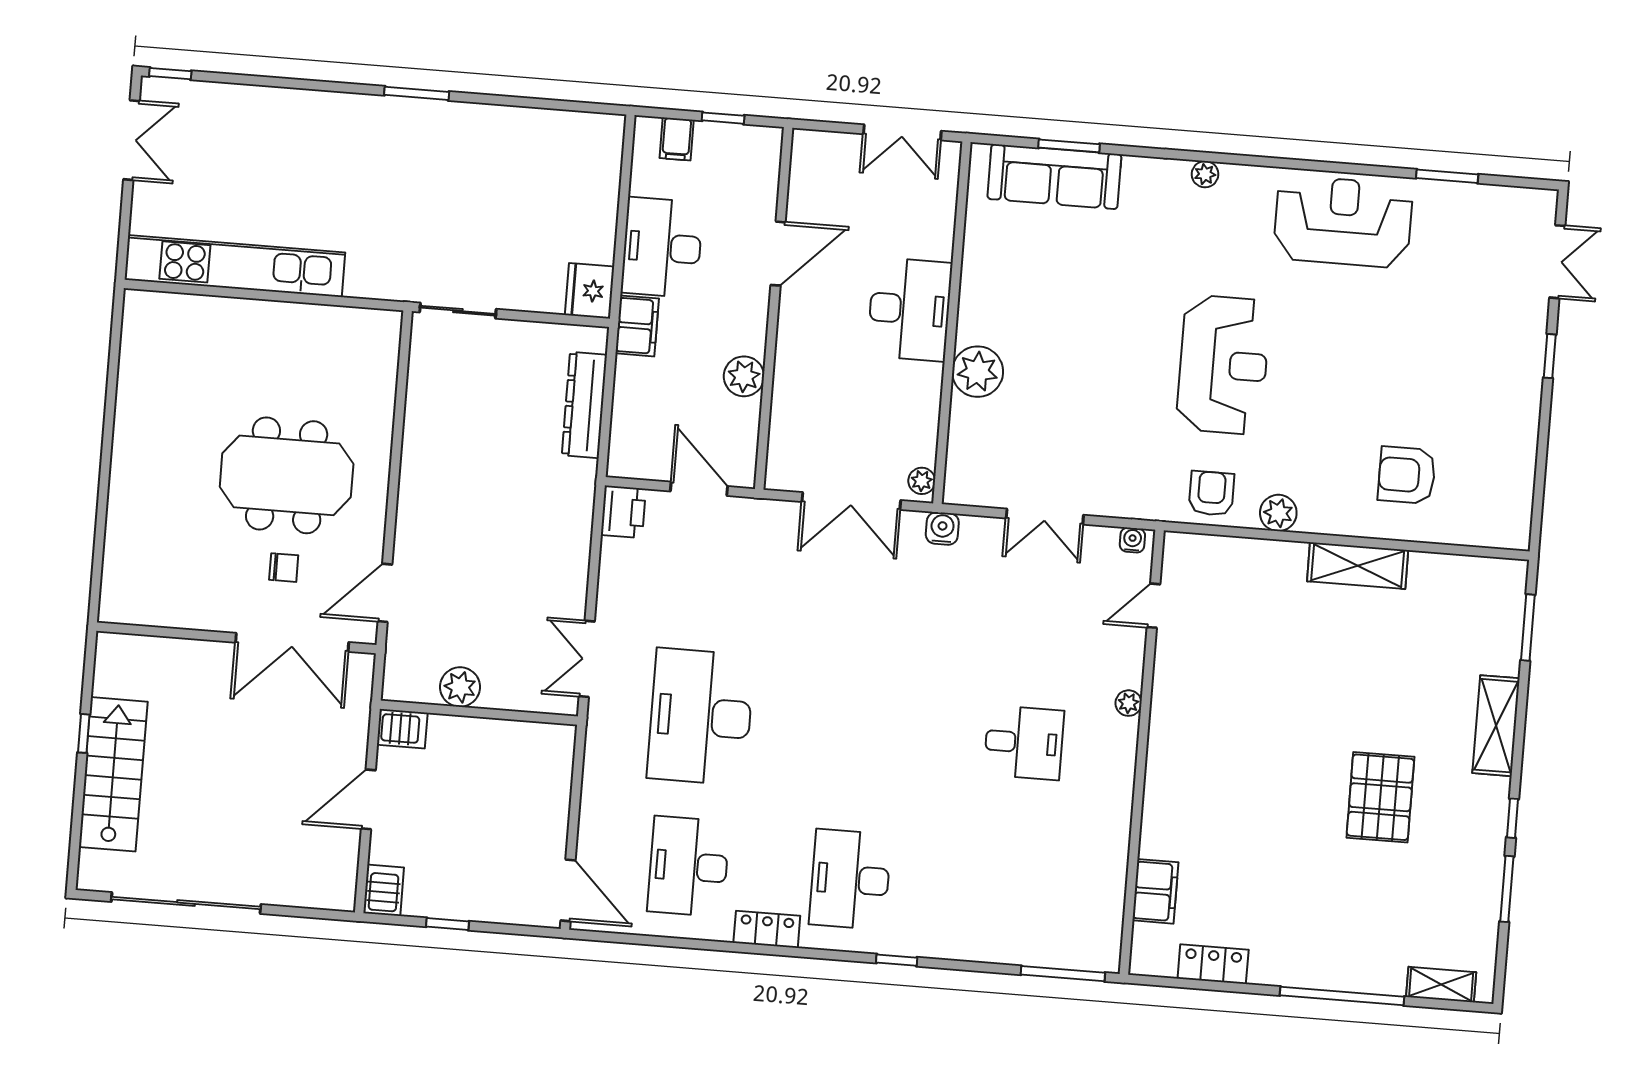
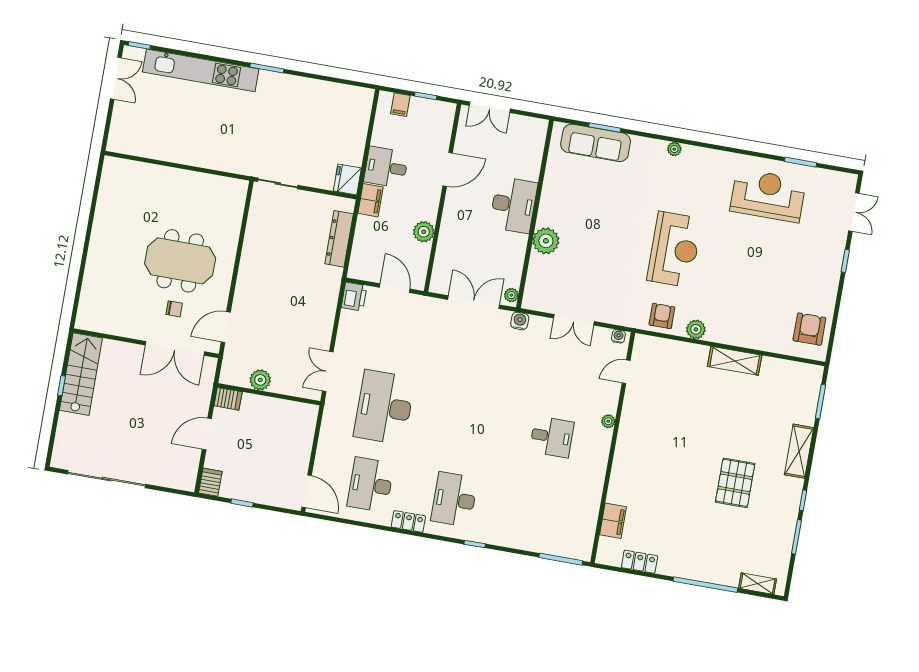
double door: (902, 132) -> (490, 107), moved
reception desk: (1343, 222) -> (768, 196), moved
desk: (662, 248) -> (386, 167), width x0.73
kitchen unit: (235, 266) -> (201, 70), moved, turned 180
armchair: (1407, 475) -> (809, 329), moved, turned 90
double door: (851, 501) -> (474, 302), swing flipped
stairs: (113, 774) -> (81, 374), moved

